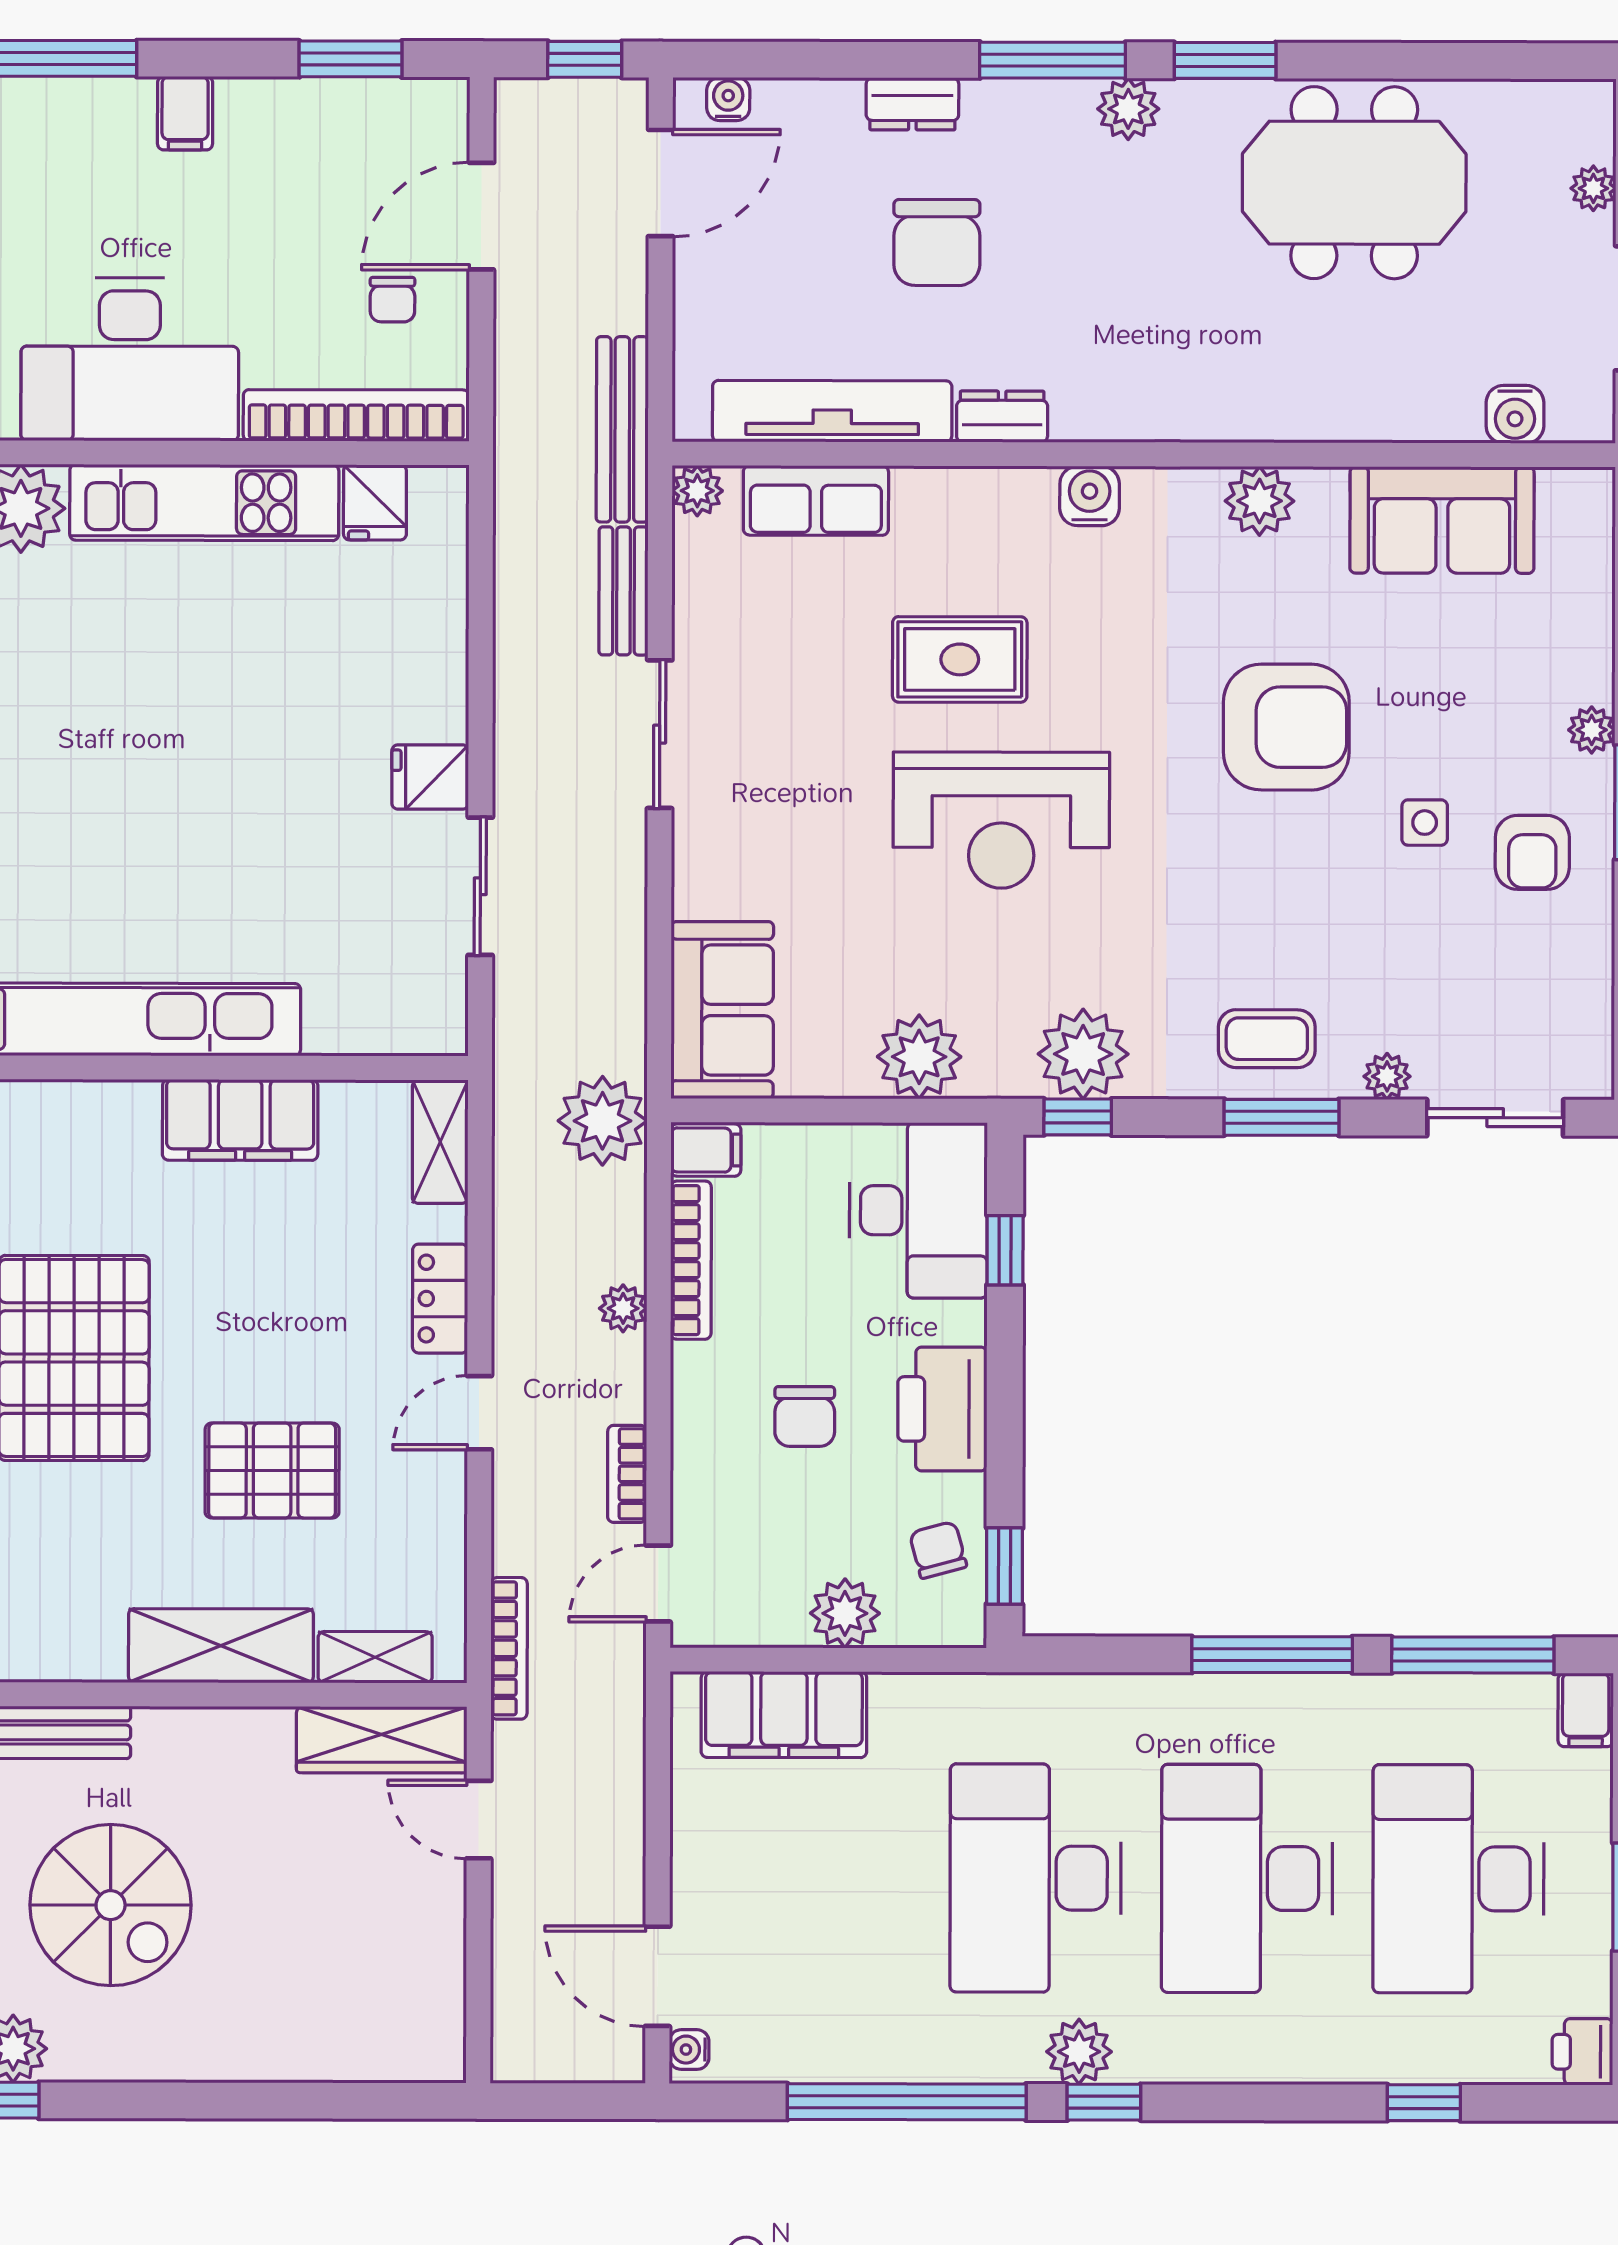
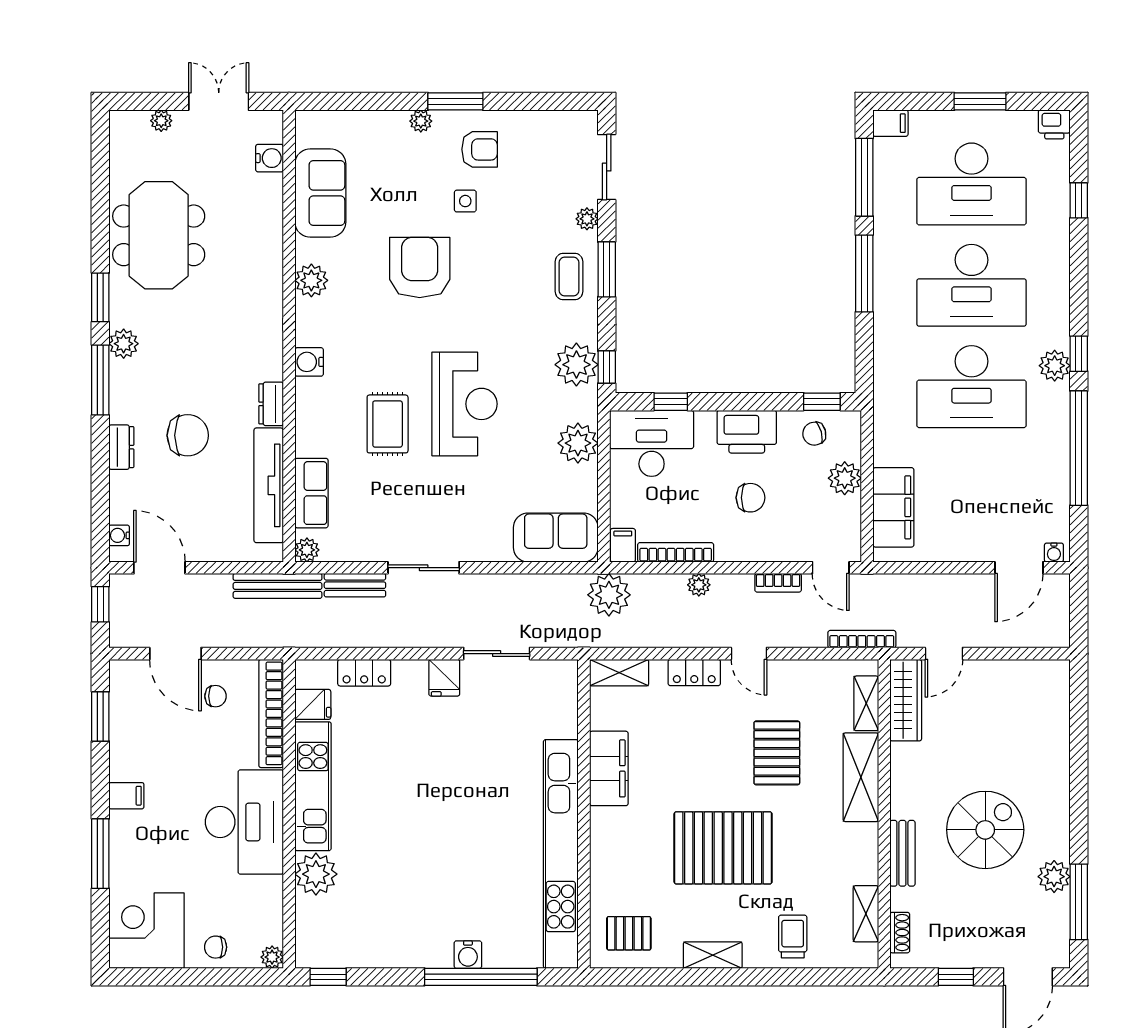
locker: (441, 610) -> (364, 673), added

